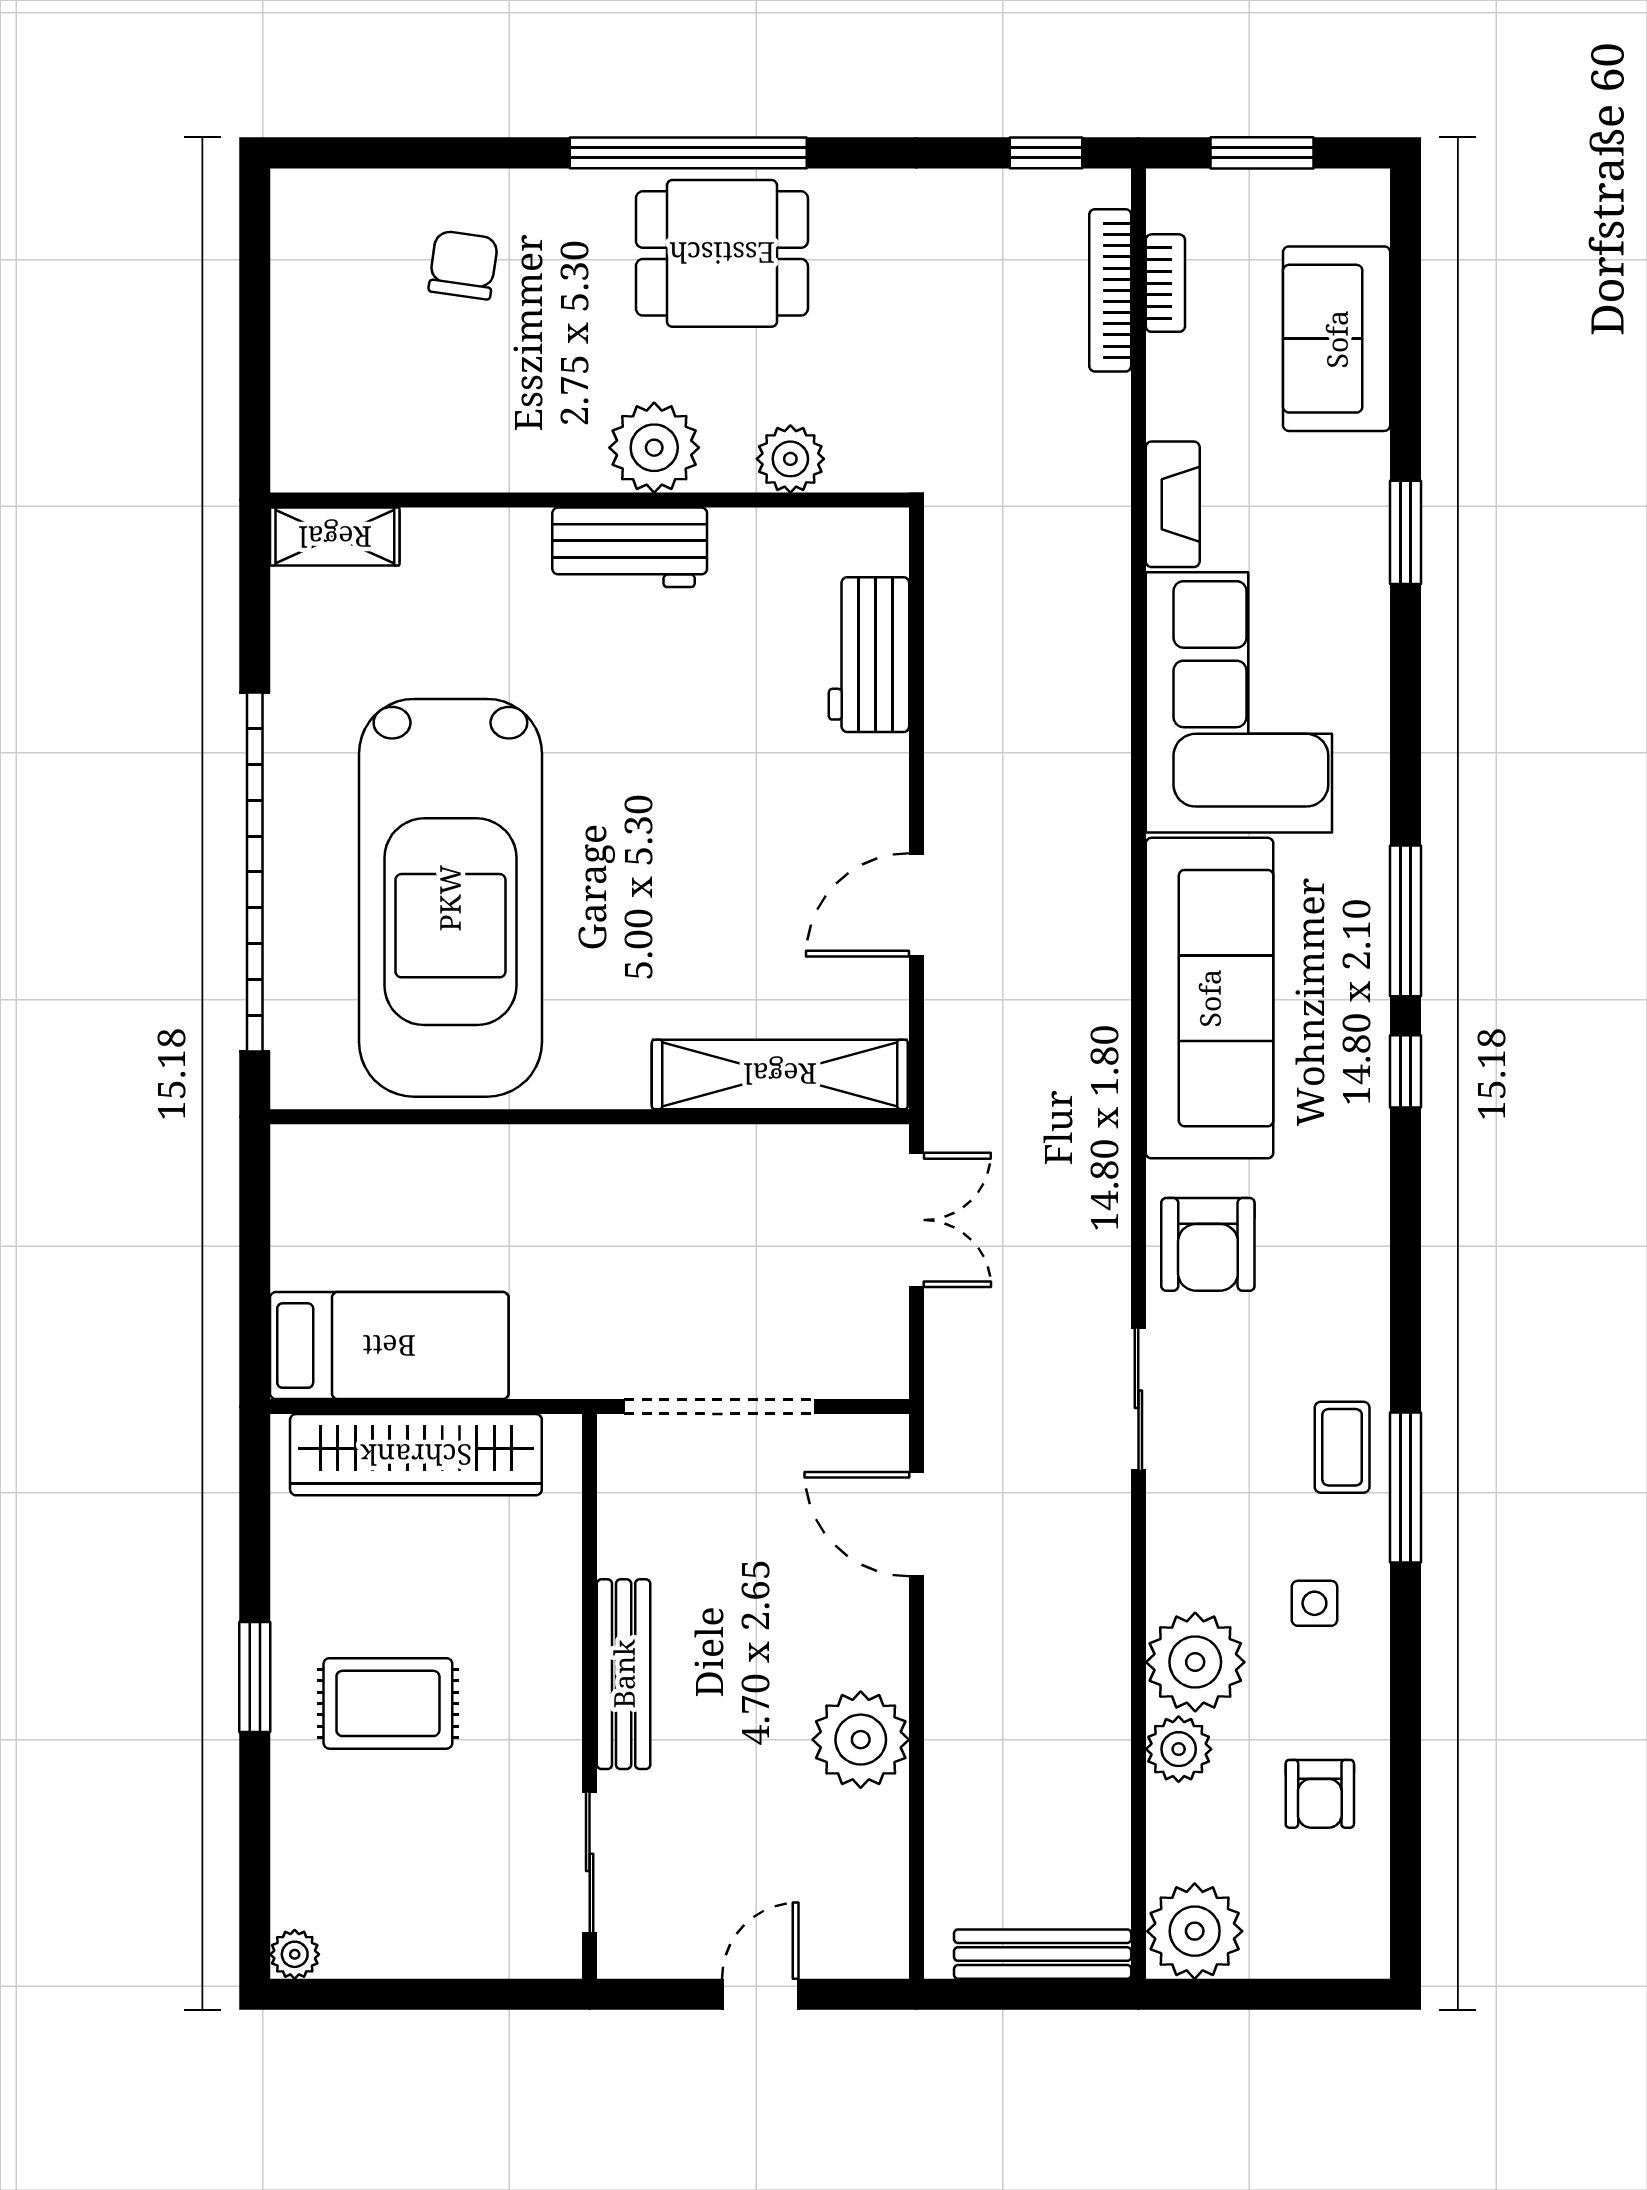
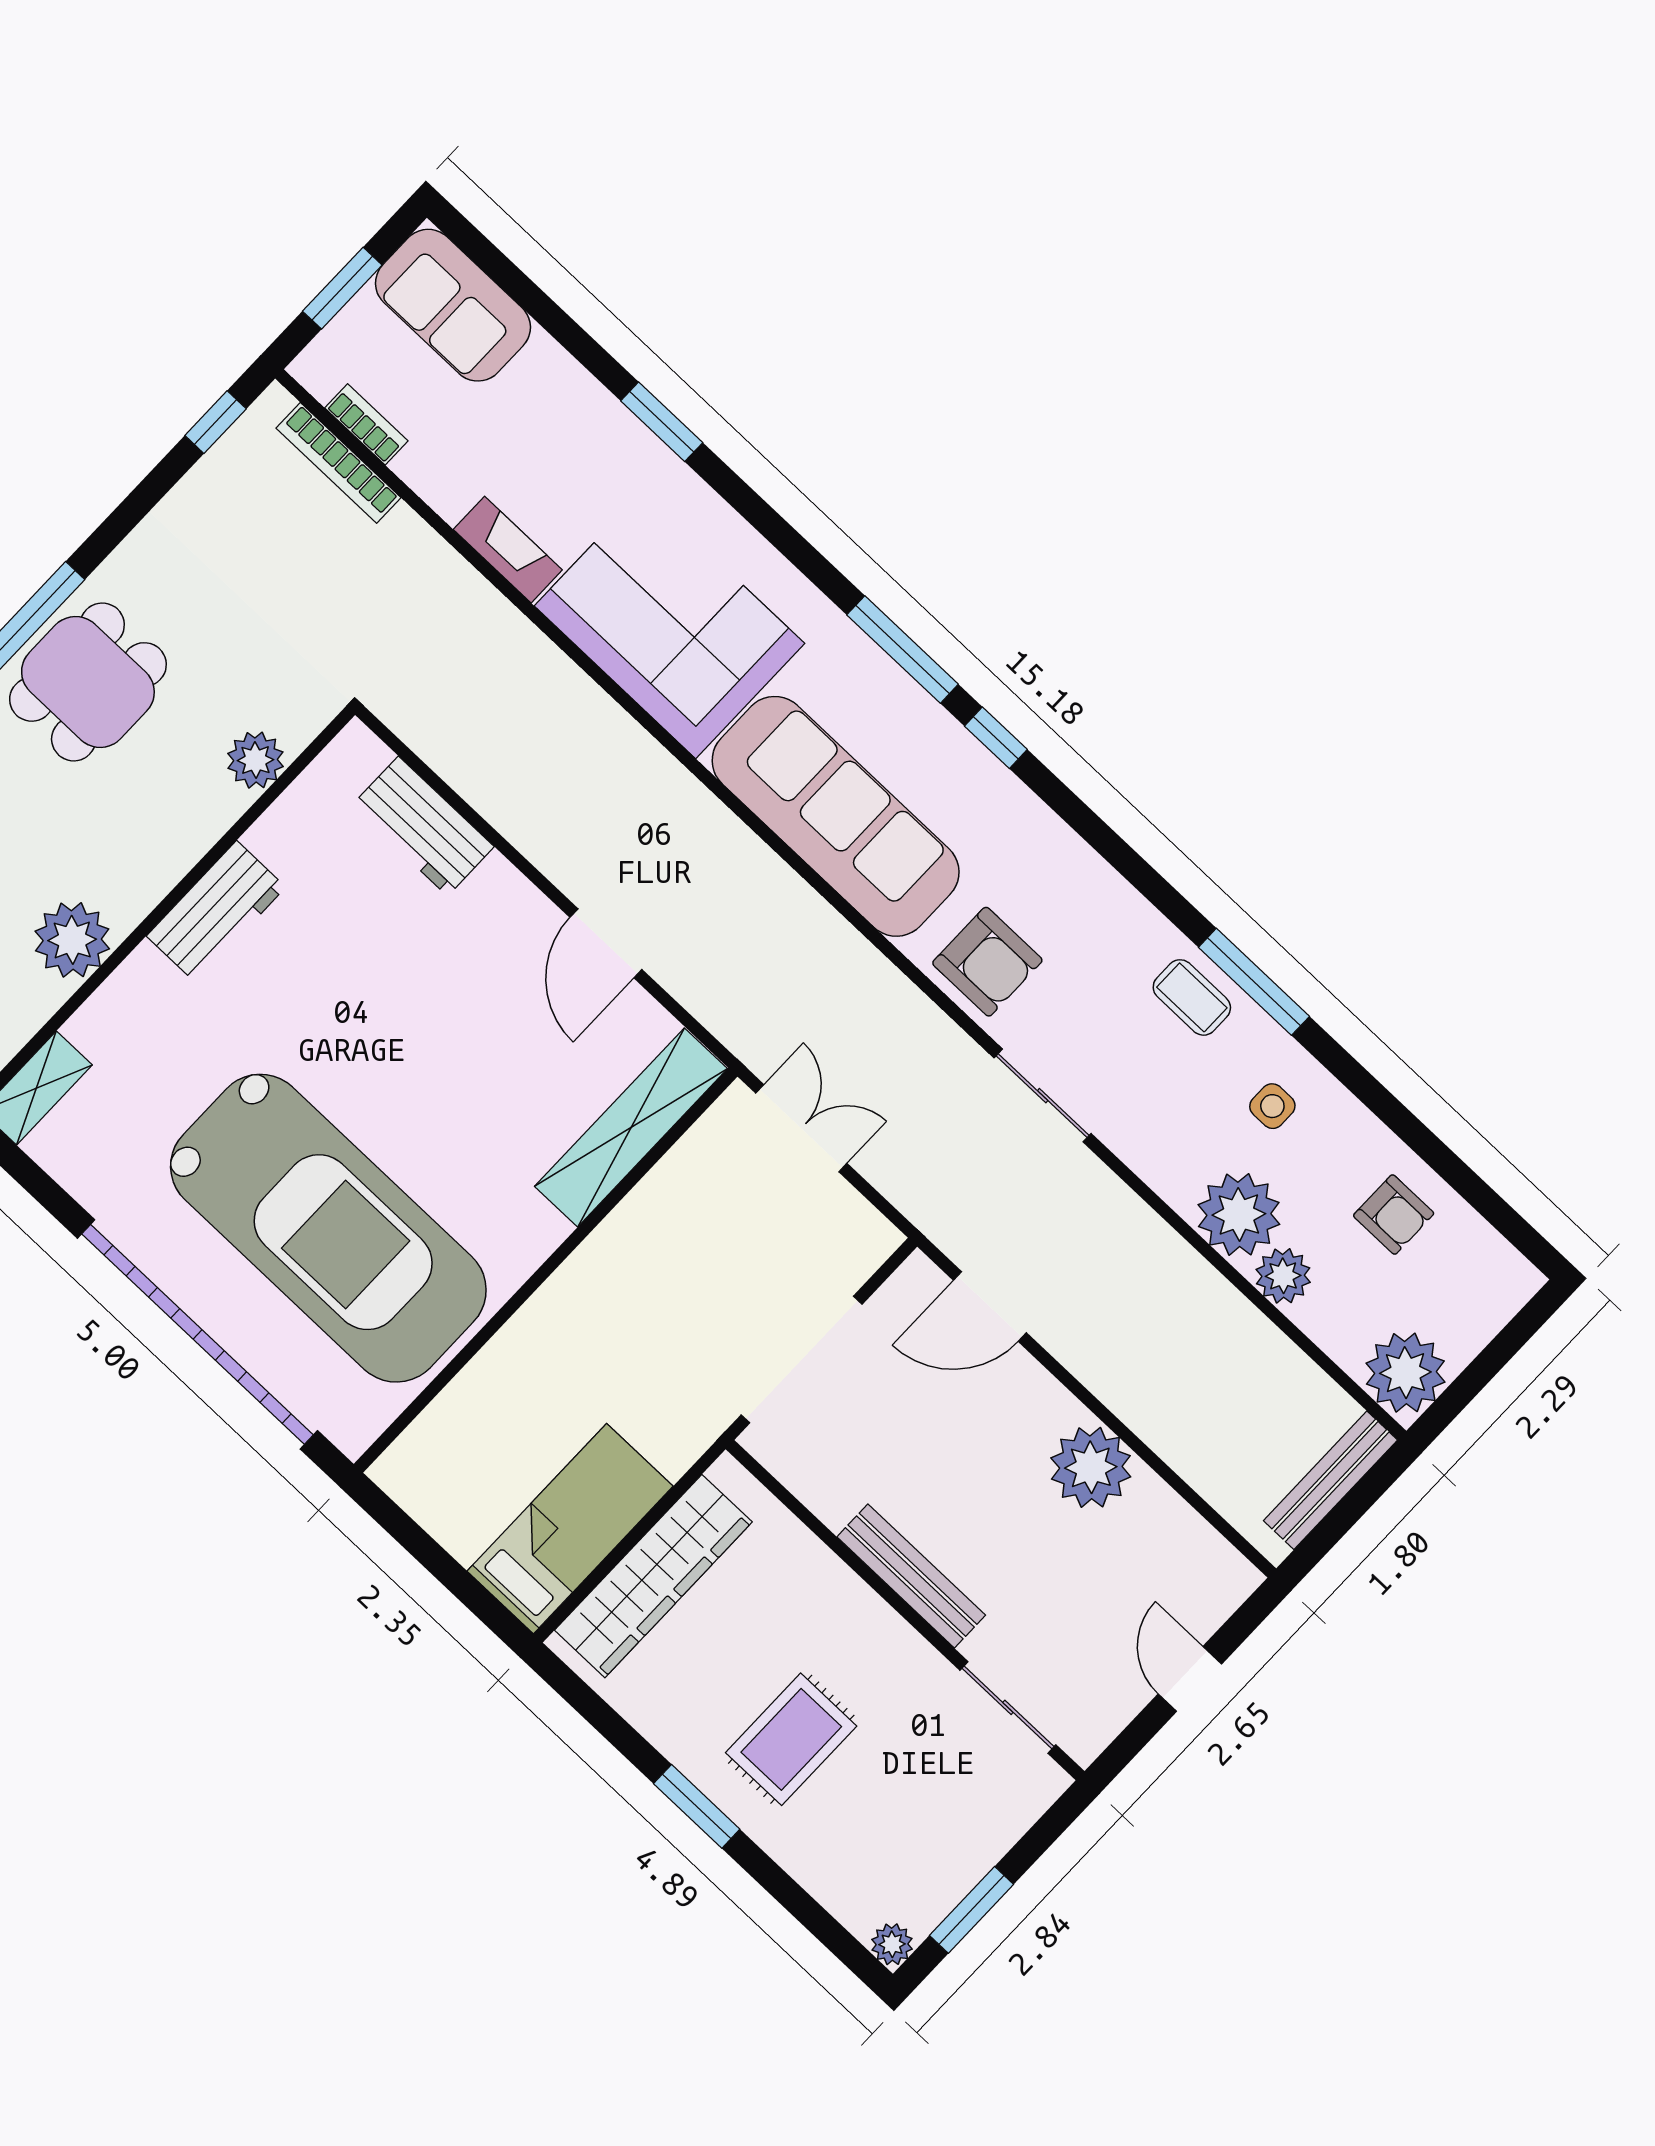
sofa: (1337, 339) -> (453, 305), moved
plant: (654, 448) -> (72, 940), moved
window: (388, 1994) -> (971, 1910), added

